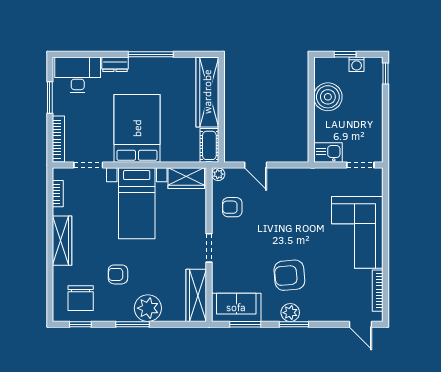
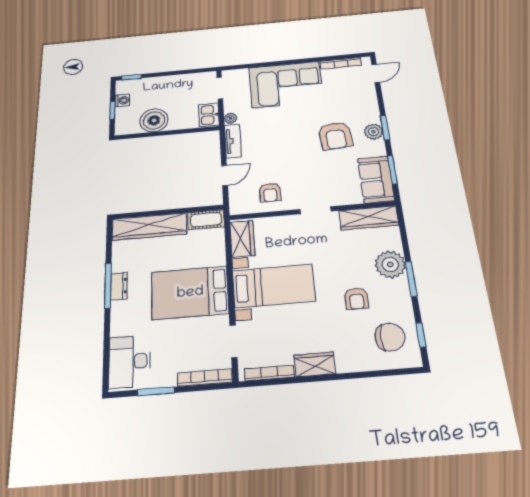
dresser: (115, 64) -> (119, 286), moved
plant: (218, 174) -> (231, 118), moved
tv unit: (294, 175) -> (233, 141), added
bookcase: (58, 194) -> (269, 373), width x1.56
wardrobe: (62, 241) -> (315, 364), width x0.67

